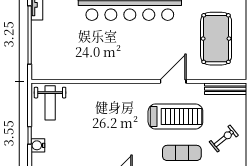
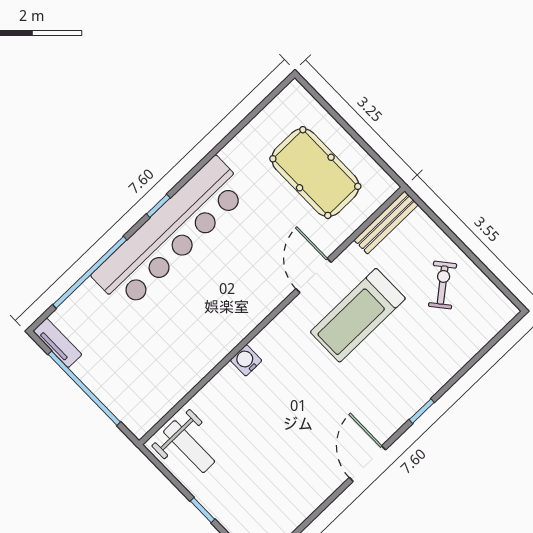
treadmill: (175, 116) -> (358, 315), turned 180
water cooler: (38, 145) -> (246, 360), moved, turned 90
exercise mat: (182, 153) -> (409, 352), removed

